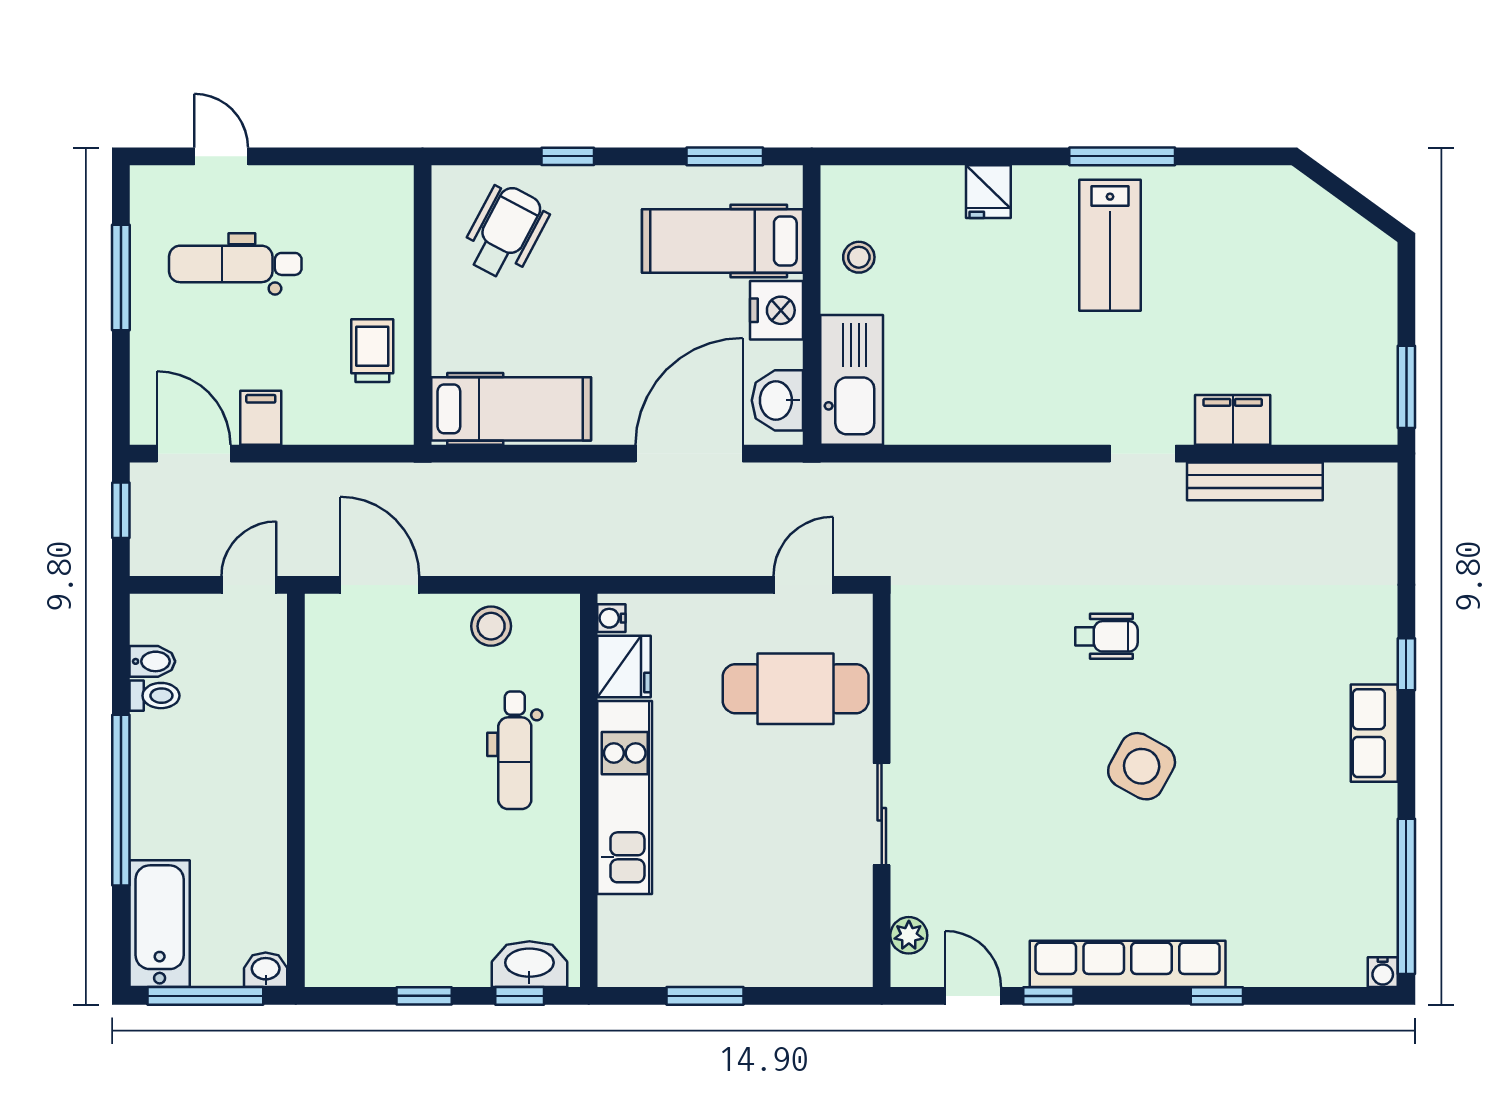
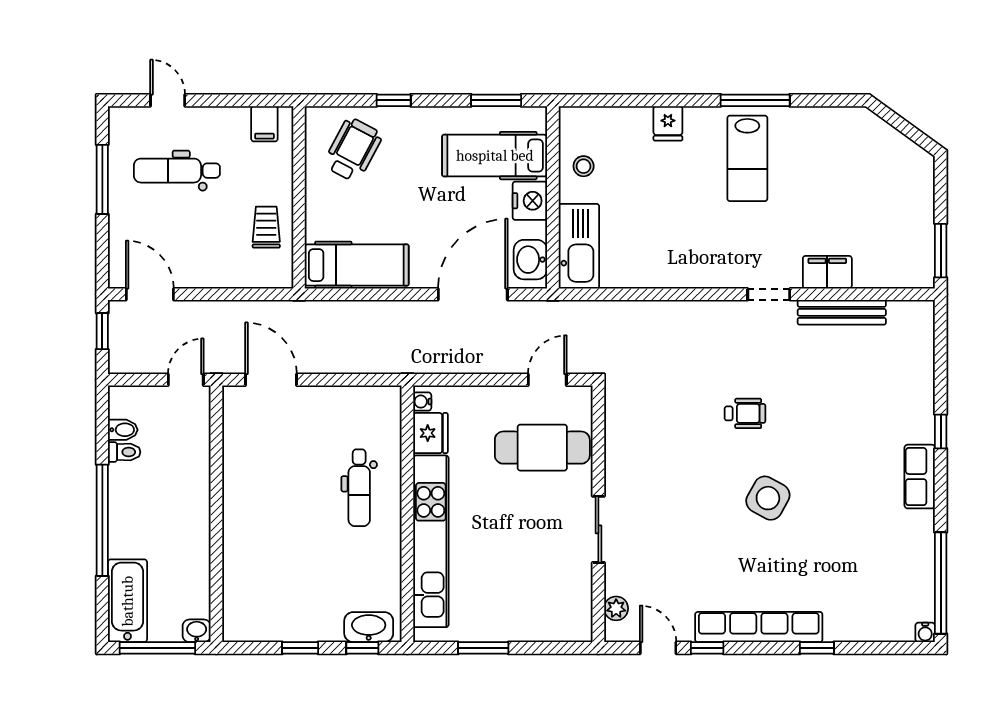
filing cabinet: (261, 418) -> (264, 124), moved, turned 180
stool: (491, 626) -> (344, 407), removed
kitchen unit: (625, 797) -> (431, 541), width x1.36

